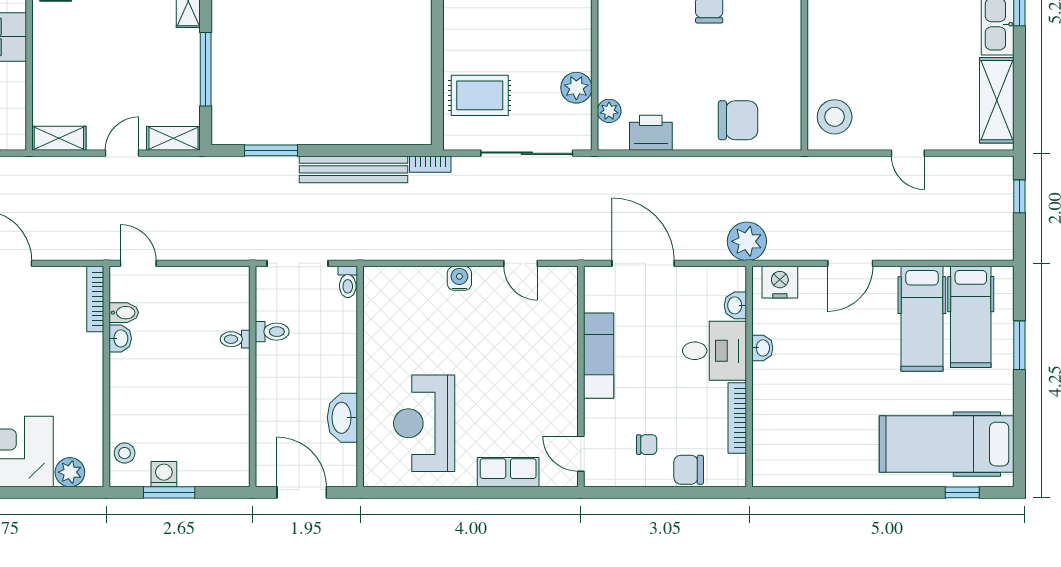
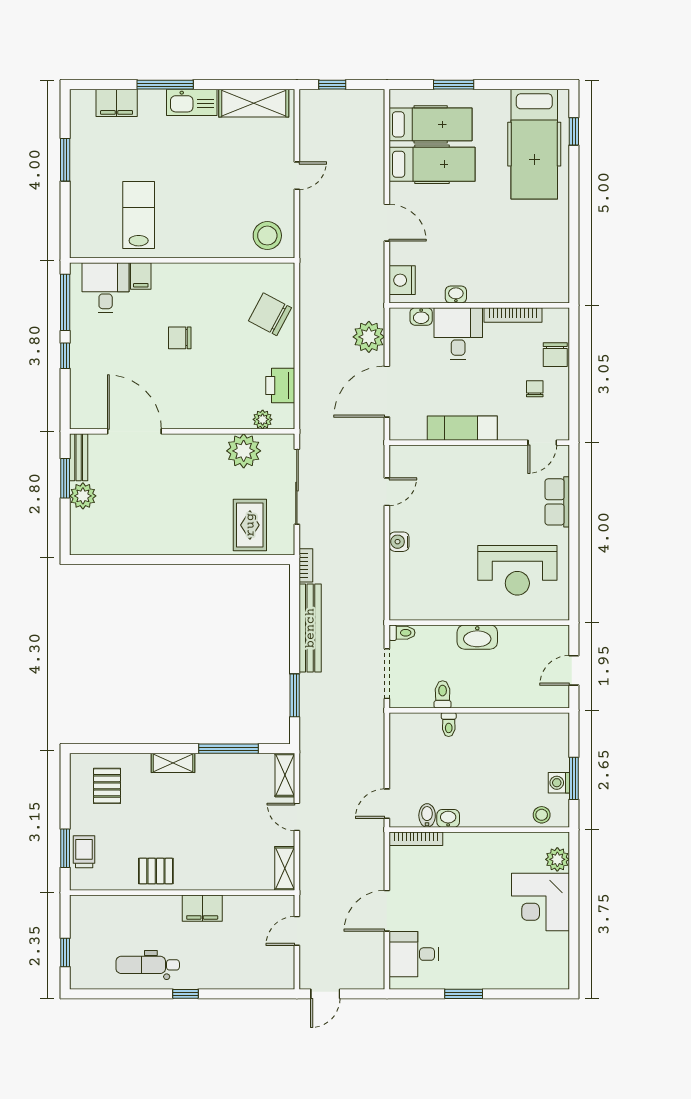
plant: (576, 88) -> (244, 451), width x1.36, depth x1.36
chair: (738, 120) -> (270, 314), turned -62
plant: (747, 241) -> (369, 337), moved
washbasin: (342, 418) -> (477, 637), moved
door: (302, 492) -> (574, 670), width x0.73

